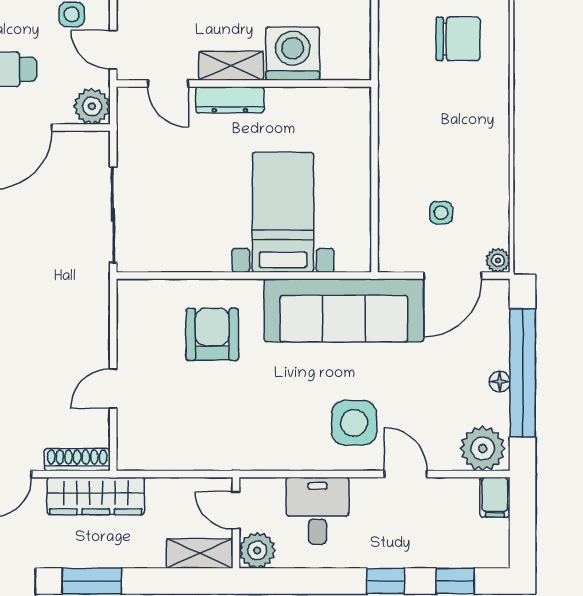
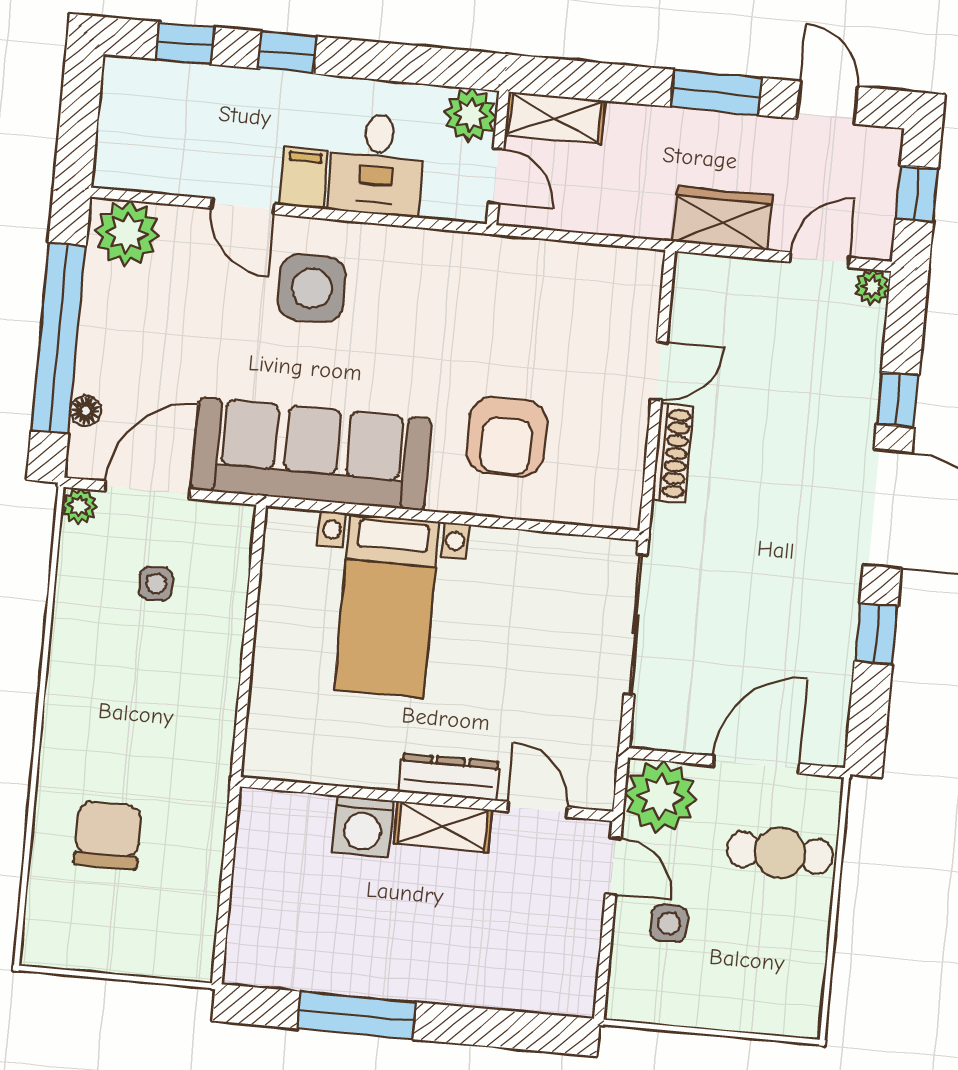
chair: (458, 39) -> (108, 835), turned 90
washing machine: (293, 54) -> (363, 827), width x0.73, depth x0.73
plant: (92, 106) -> (660, 797), width x1.36, depth x1.36
floor lamp: (500, 382) -> (86, 411), moved
shoe rack: (77, 460) -> (673, 453), moved, turned -90
wardrobe: (96, 496) -> (723, 218), width x0.67
filing cabinet: (495, 497) -> (304, 178), moved

